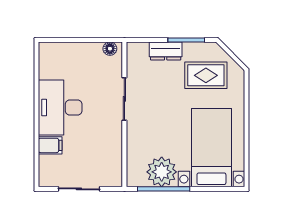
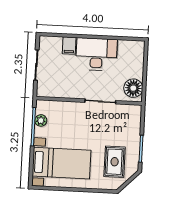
floor lamp: (110, 49) -> (133, 88), width x1.89, depth x1.89
dresser: (166, 51) -> (134, 133), removed
plant: (162, 172) -> (41, 120), width x0.53, depth x0.53

